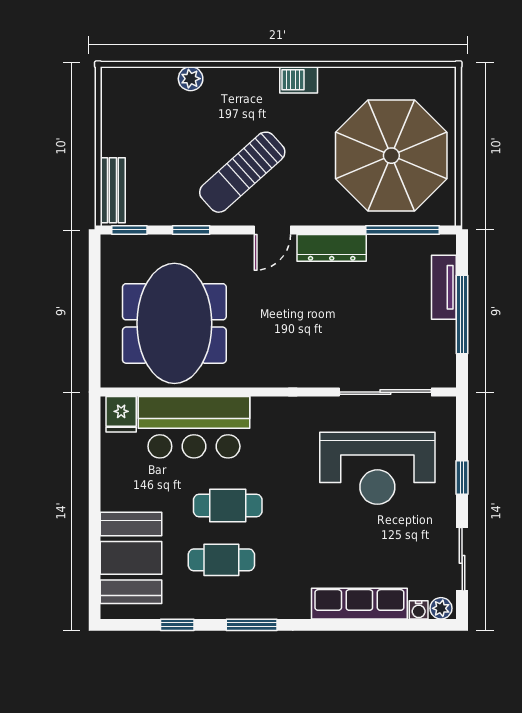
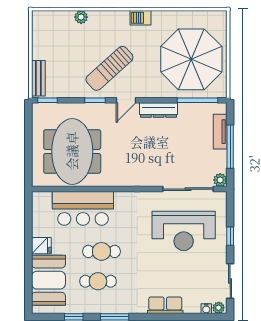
window: (191, 230) -> (95, 100), moved
plant: (444, 375) -> (220, 180), added
fridge: (121, 414) -> (41, 246), moved, turned -90
row of seats: (359, 604) -> (165, 305), width x0.68

